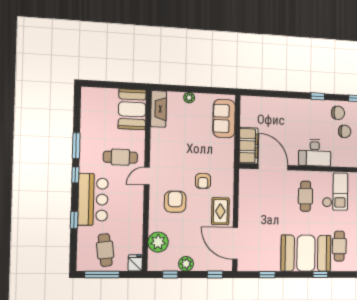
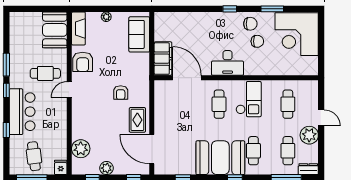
armchair: (175, 202) -> (83, 62), moved, turned 180

